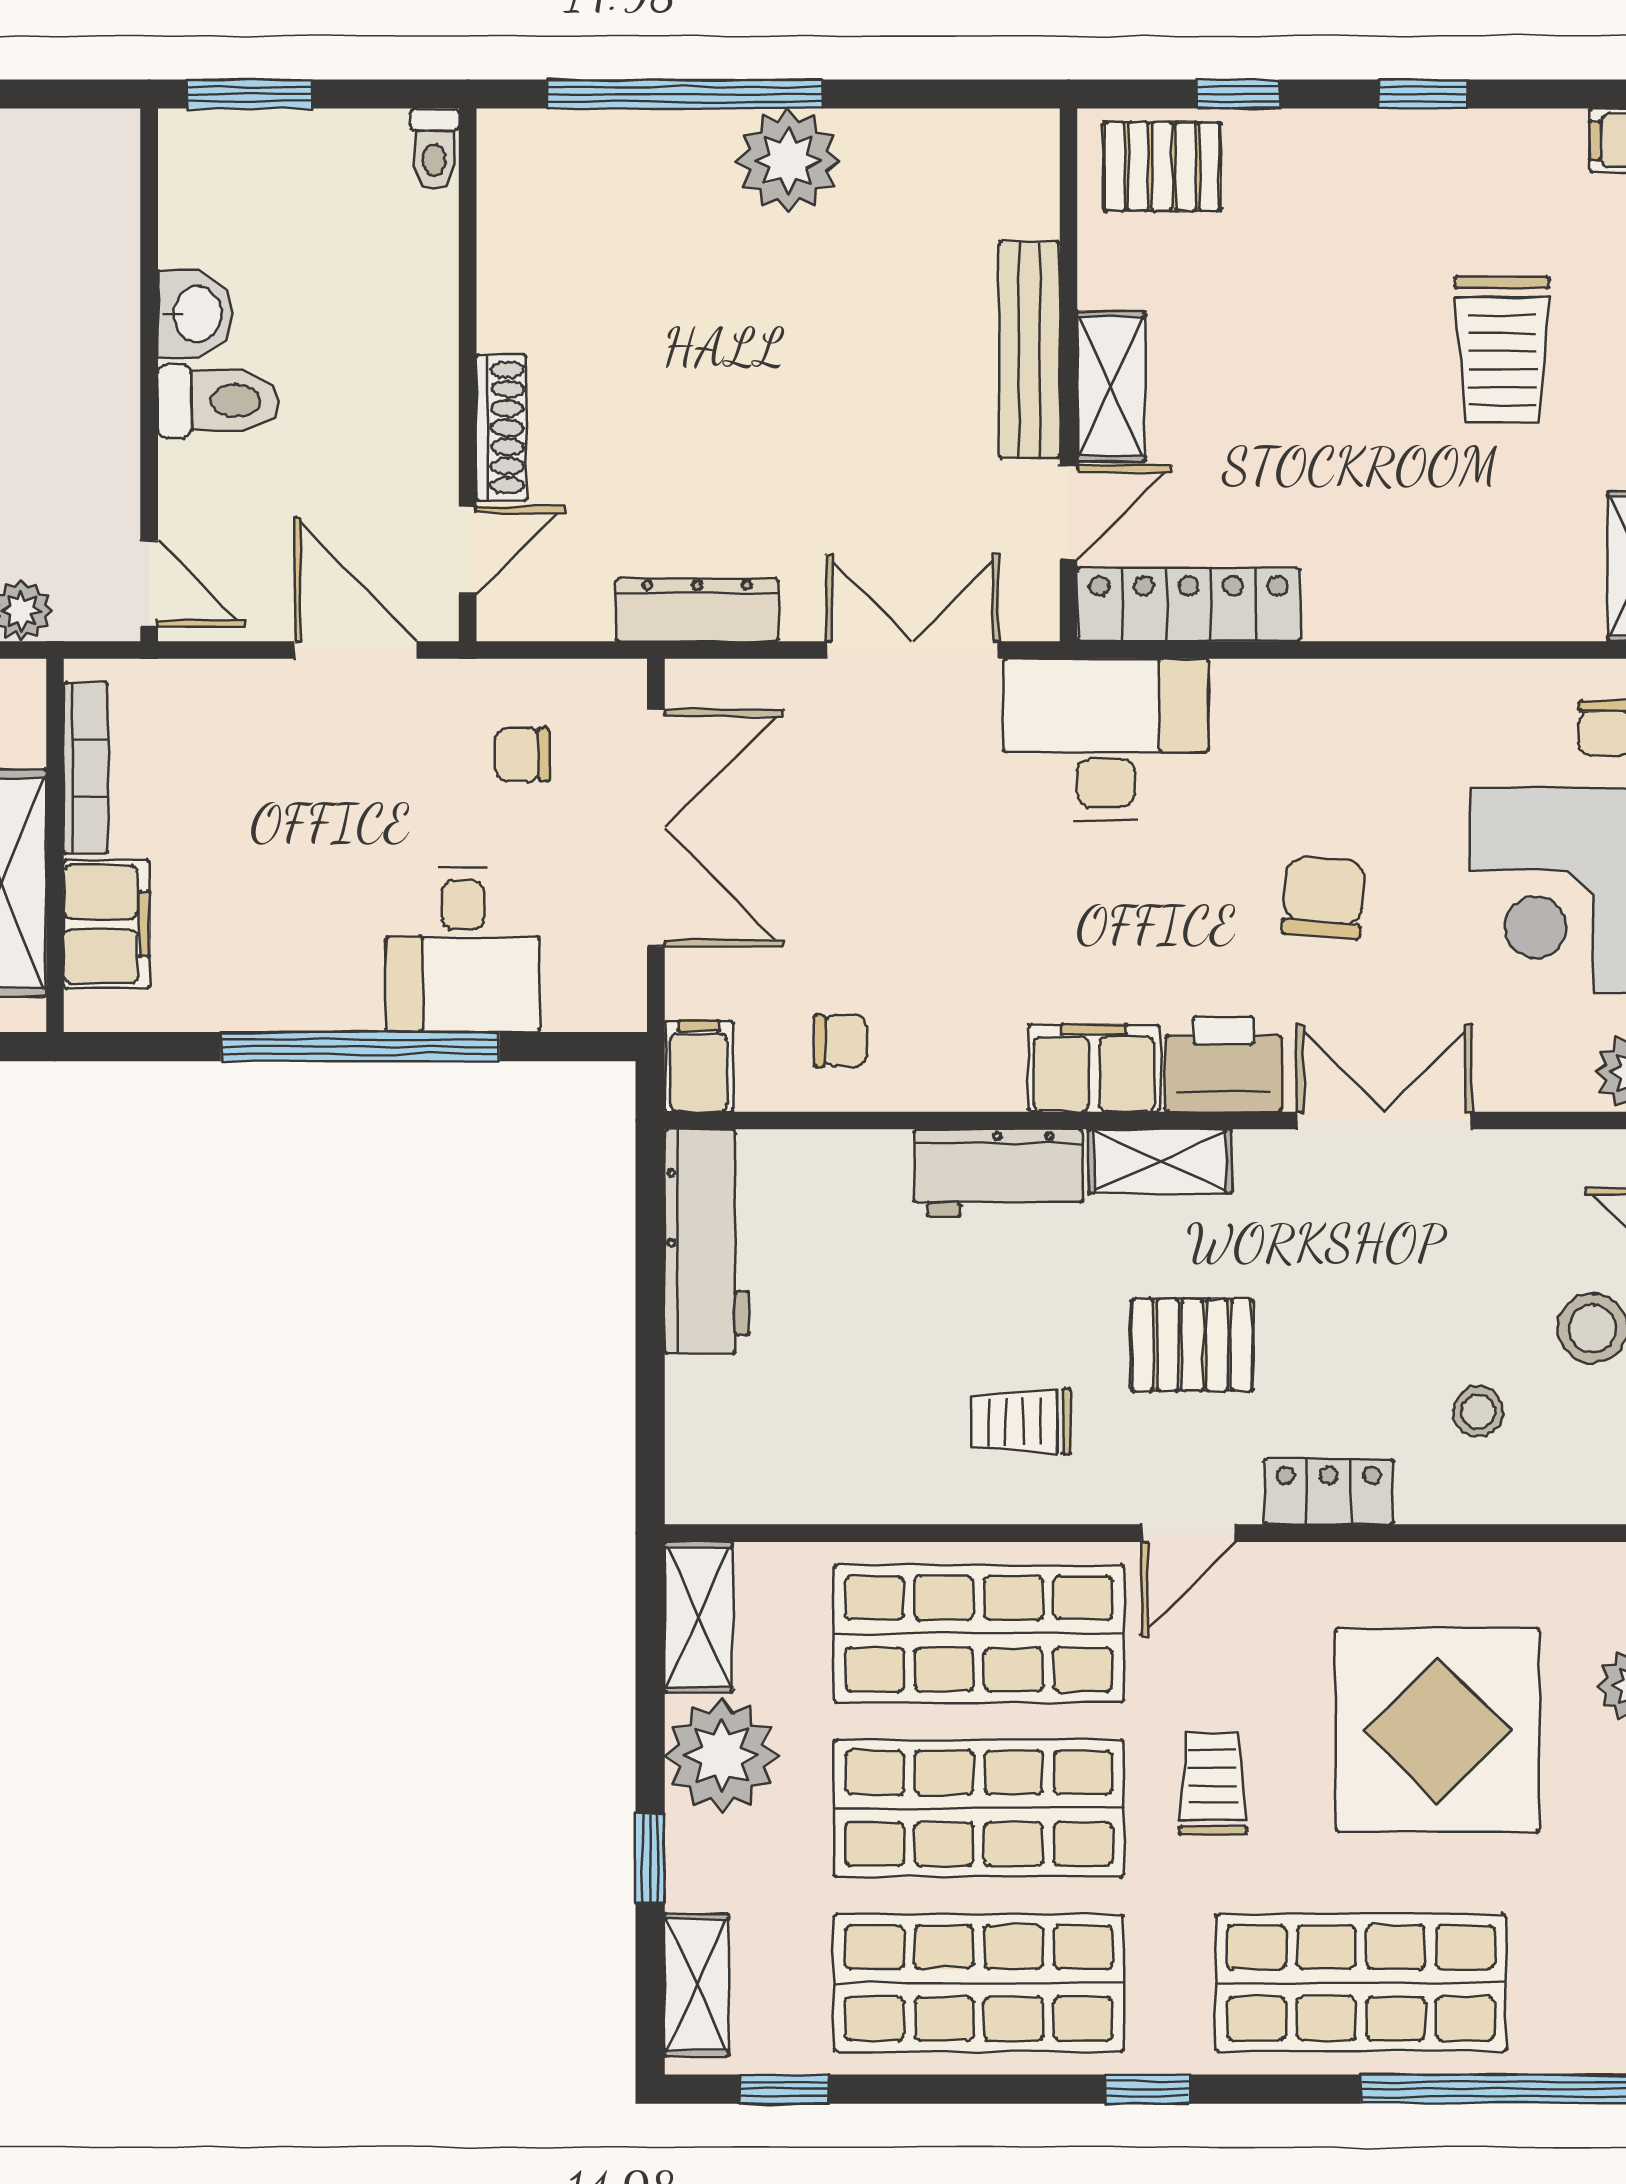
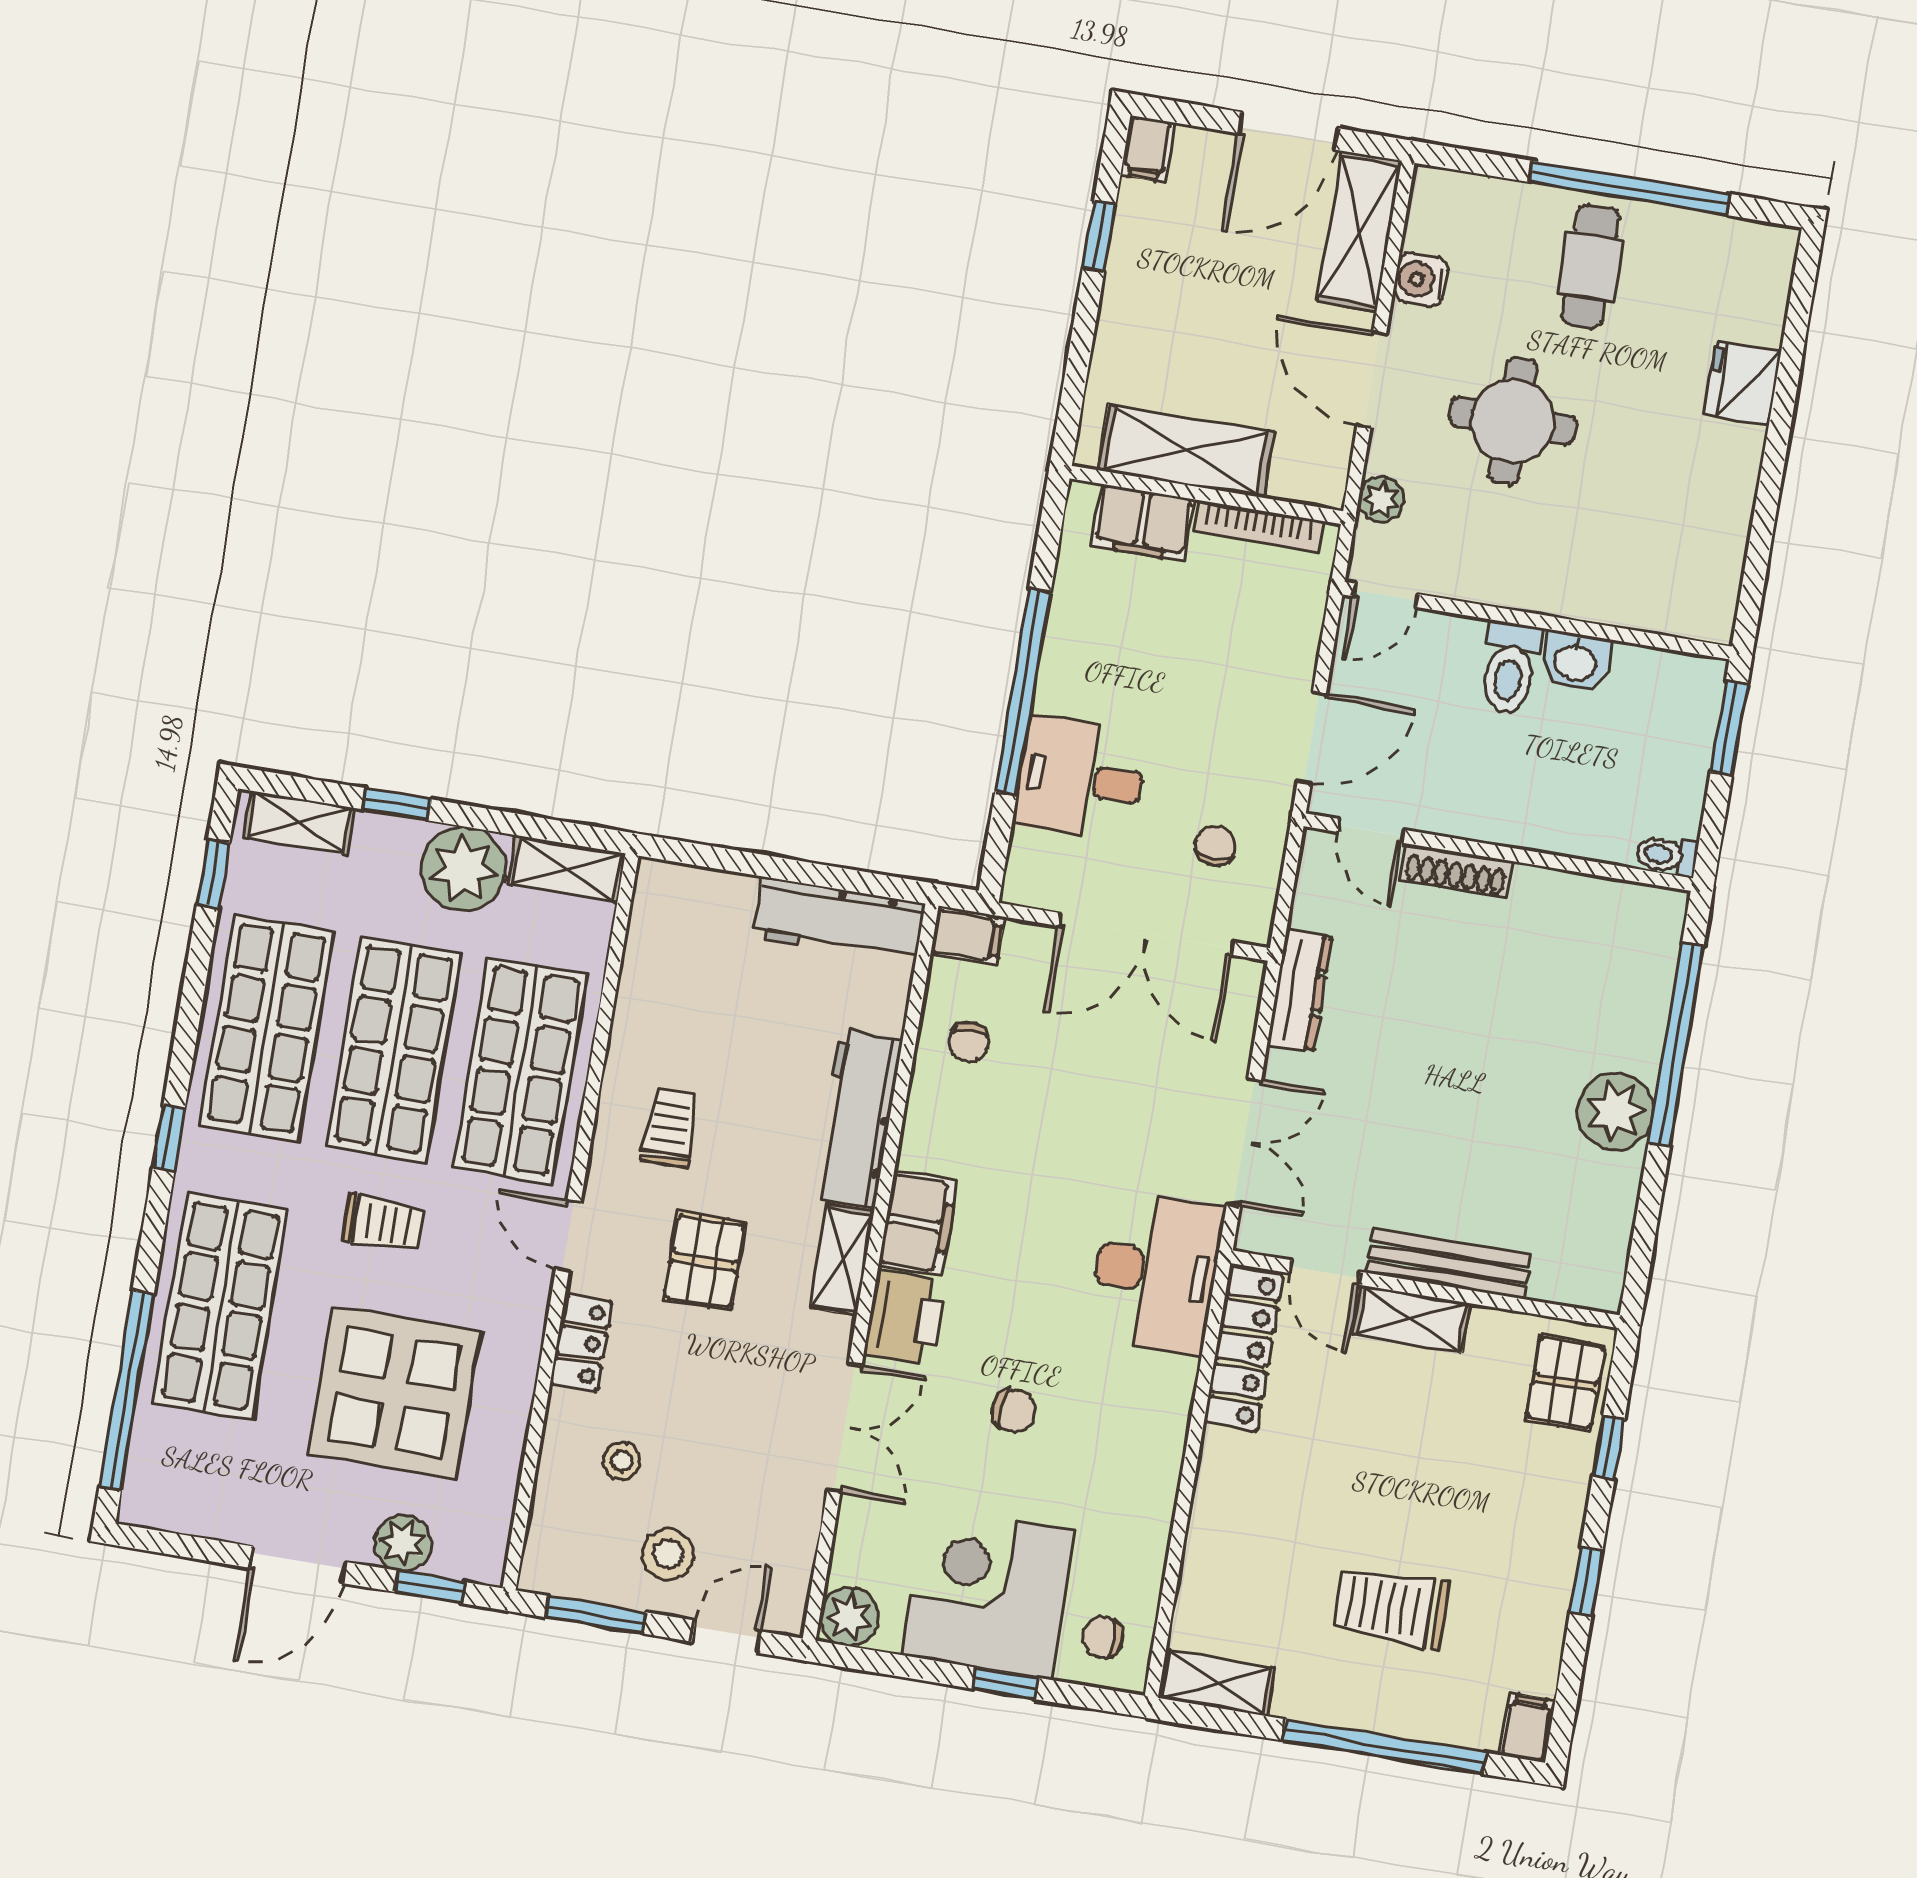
chair: (1324, 898) -> (1014, 1411), width x0.73, depth x0.73
workbench: (998, 1173) -> (857, 1118), width x1.38

